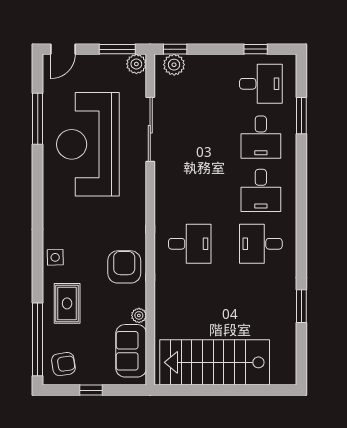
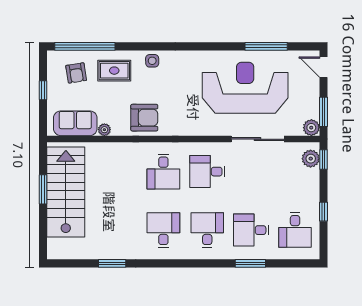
window: (256, 49) -> (323, 212), moved
window: (301, 116) -> (250, 263), moved
desk: (190, 190) -> (207, 172), added
desk: (261, 190) -> (207, 230), turned 90
armchair: (63, 364) -> (76, 73), moved
window: (211, 390) -> (43, 189), added

